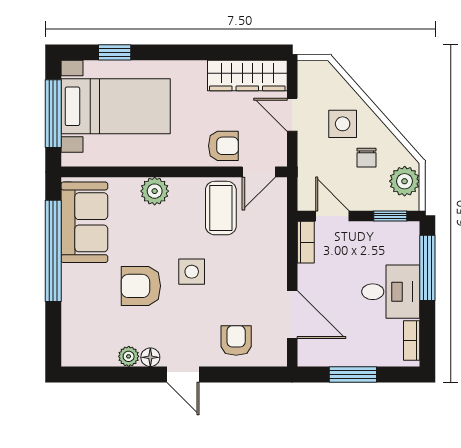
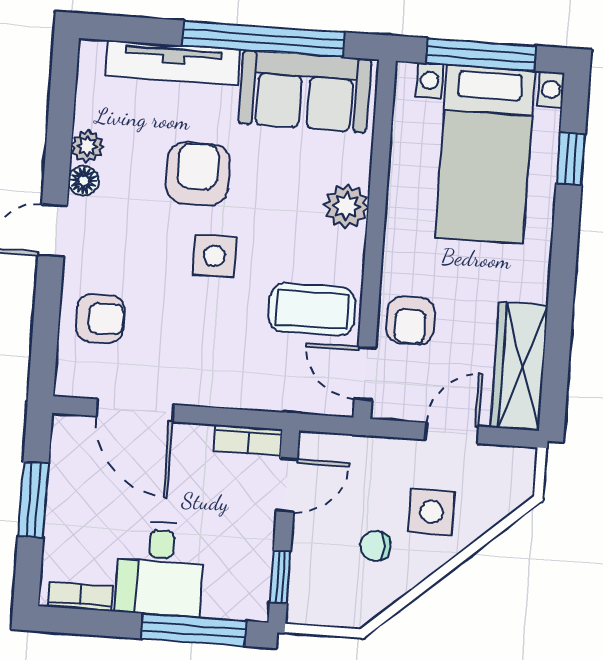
plant: (405, 181) -> (334, 603), removed
tv unit: (72, 307) -> (173, 63), added
door: (292, 315) -> (135, 410), hinge flipped

